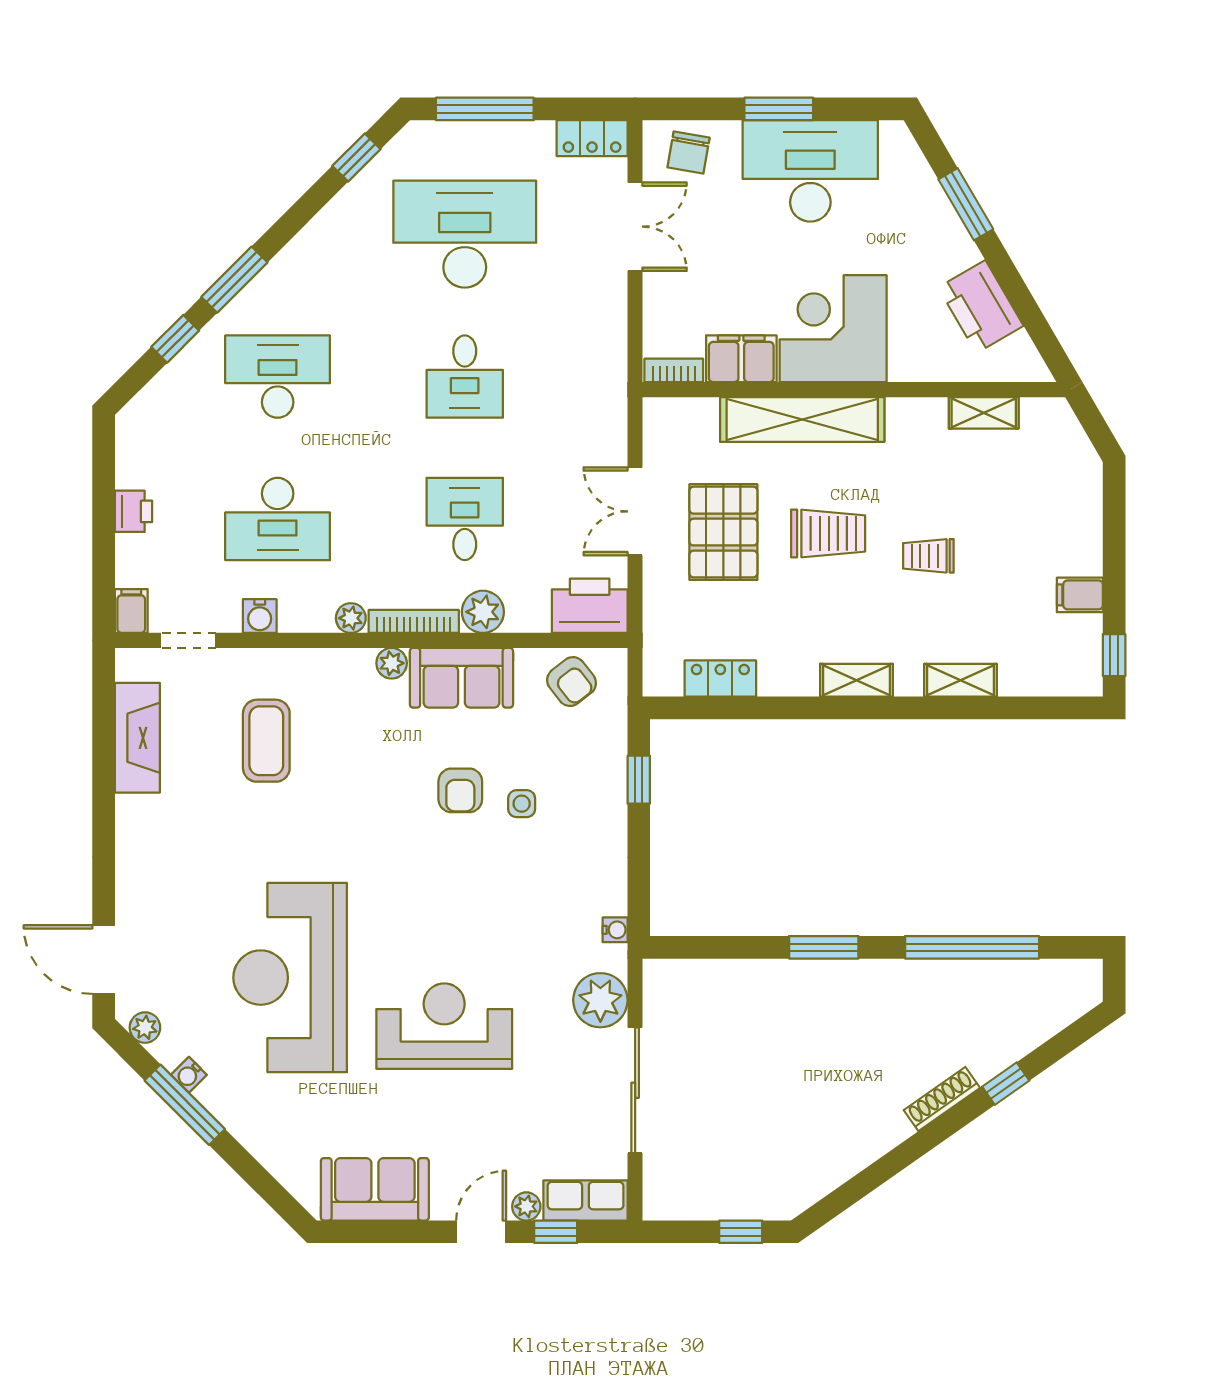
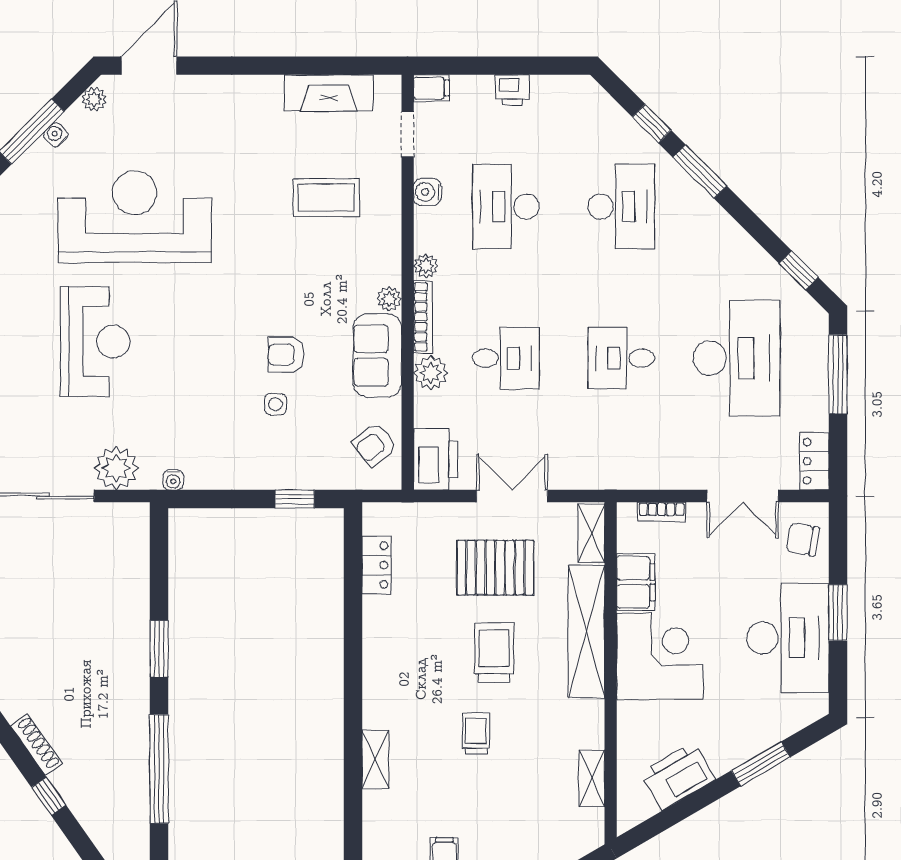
bookcase: (674, 370) -> (662, 512), moved, turned 90
trolley: (828, 533) -> (494, 652), turned 180
shelving: (857, 680) -> (591, 533), moved

